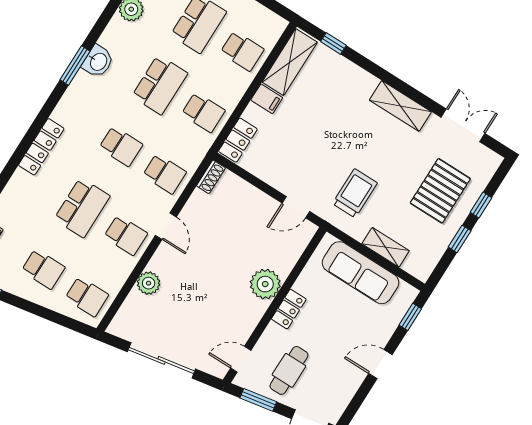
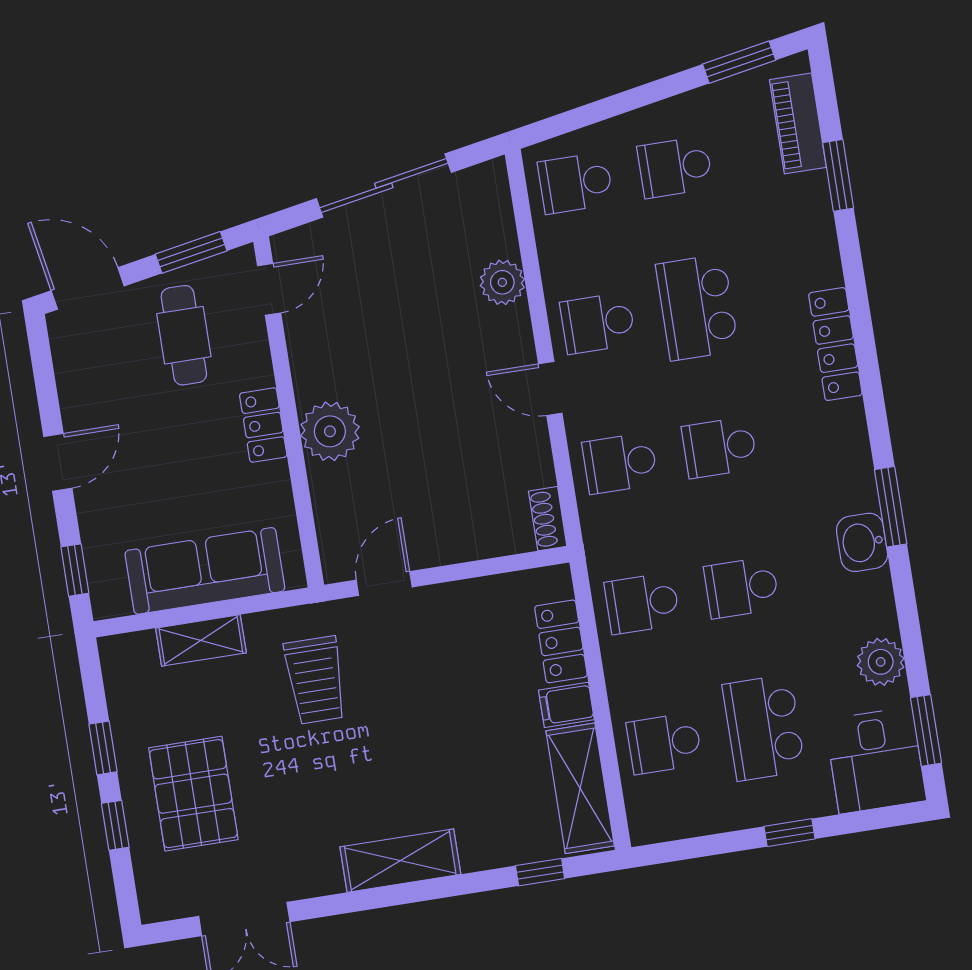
school desk: (160, 85) -> (742, 588), width x0.54
shelving: (400, 106) -> (400, 861), moved
locker: (238, 140) -> (561, 641), moved

